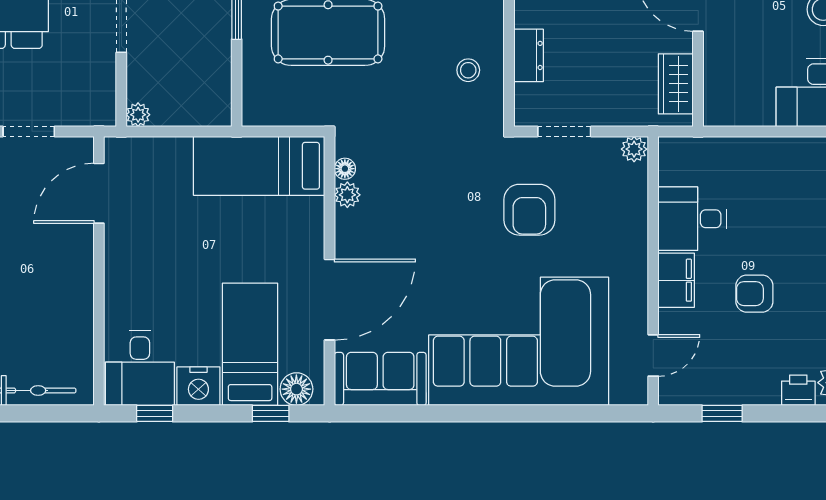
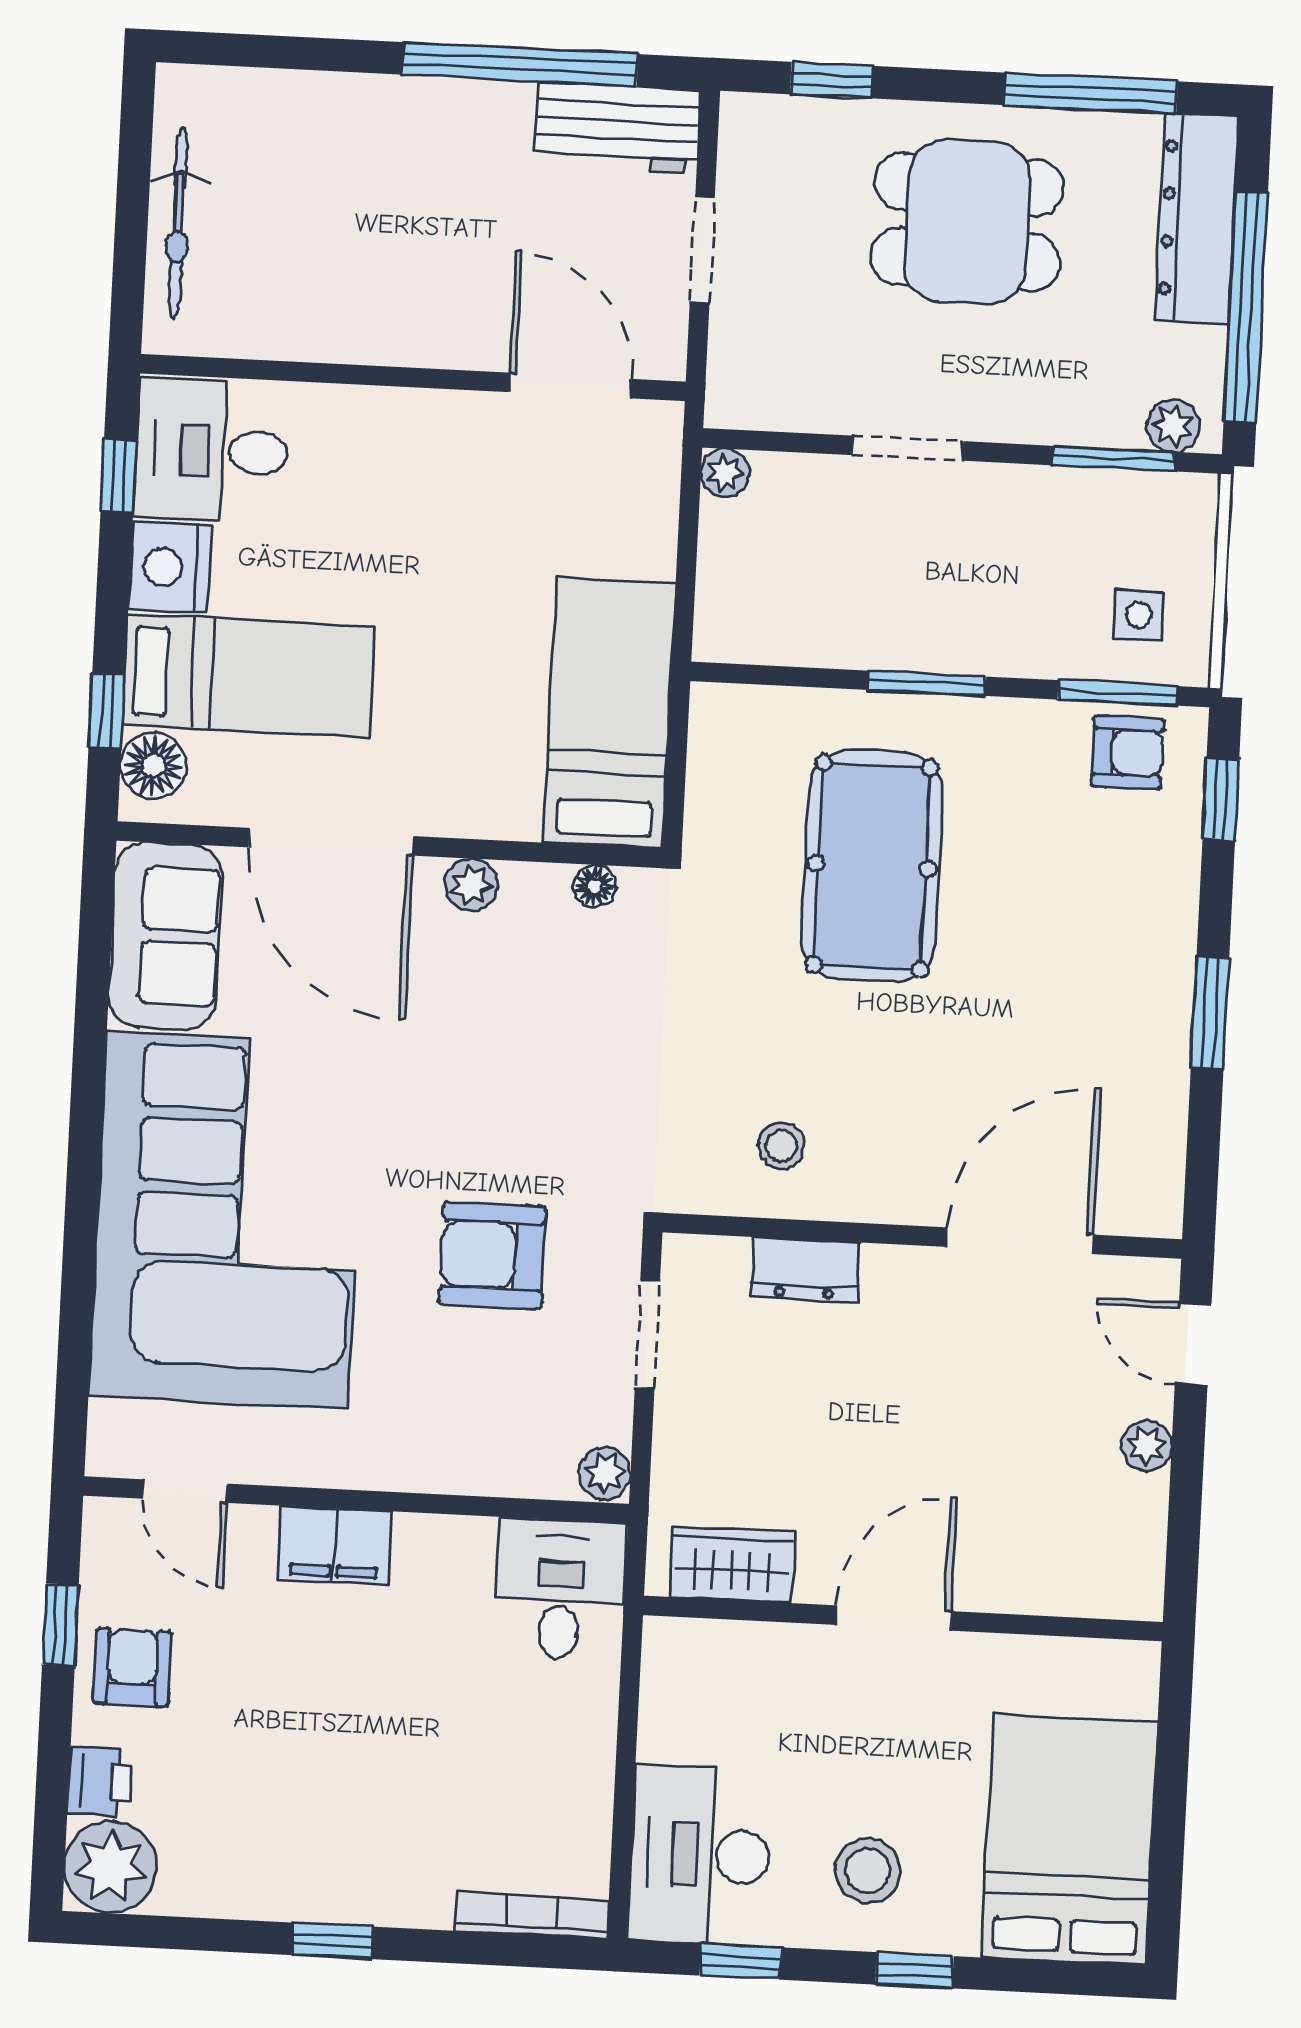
plant: (347, 195) -> (471, 885), moved
desk: (692, 219) -> (560, 1589), moved
armchair: (754, 294) -> (132, 1667), moved

